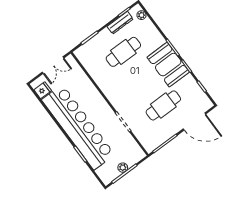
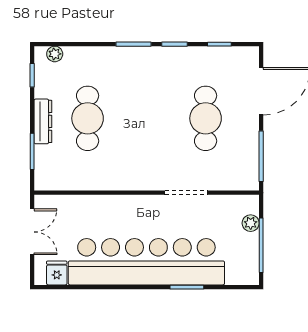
dresser: (120, 23) -> (43, 121), moved
booth: (168, 65) -> (153, 68), removed
plant: (123, 168) -> (251, 223), moved

